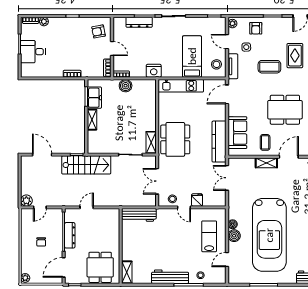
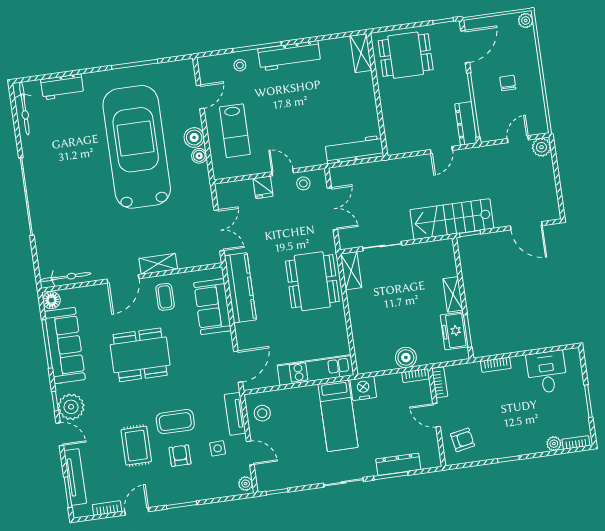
armchair: (256, 28) -> (180, 456), moved
desk: (33, 52) -> (547, 372), moved, turned -90
bed: (192, 56) -> (338, 416), moved
dresser: (70, 235) -> (466, 123), moved
dining table: (100, 267) -> (406, 55), turned 90

